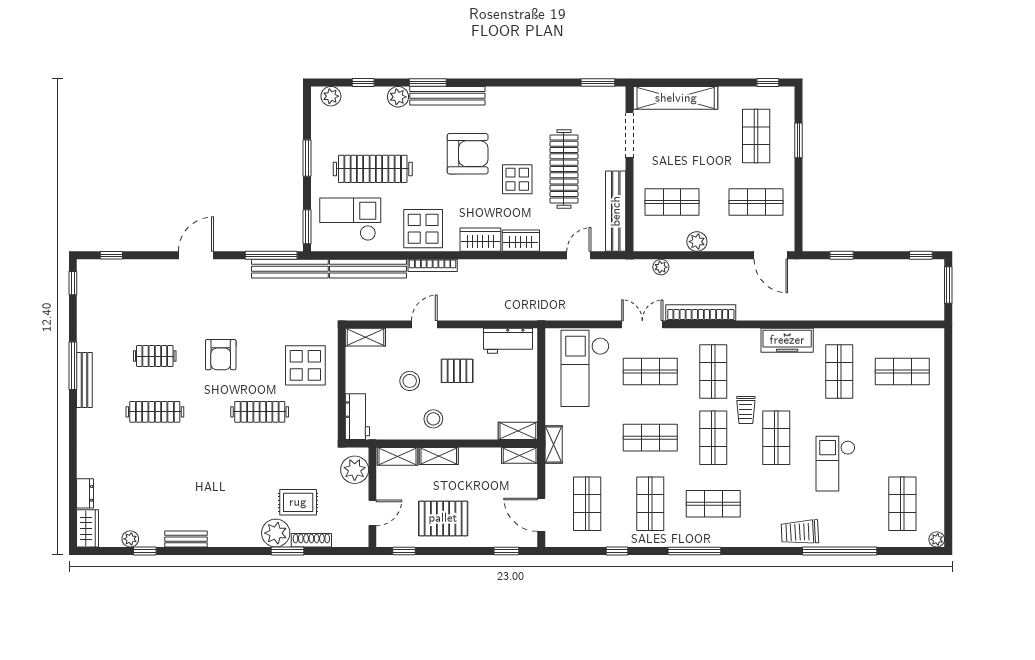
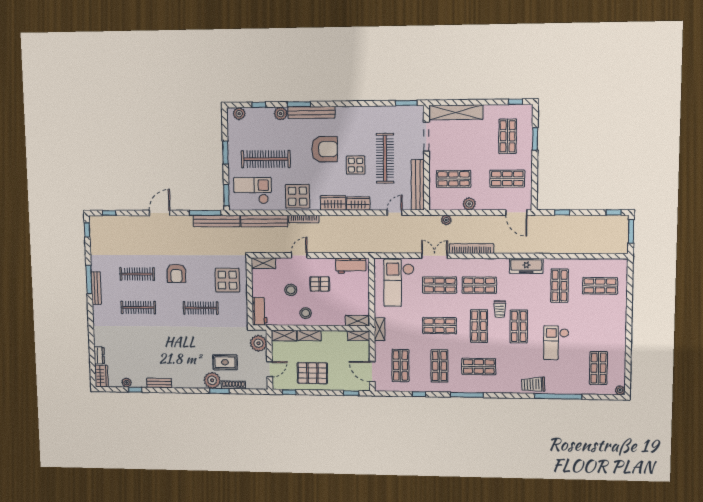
clothes rail: (155, 356) -> (137, 274), width x1.36
shop shelf: (713, 372) -> (479, 285), turned 90

